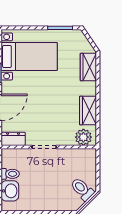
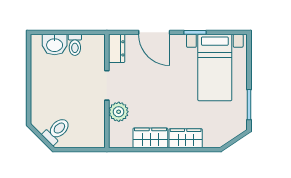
wardrobe: (88, 67) -> (186, 138), moved
plant: (83, 137) -> (119, 112), moved

